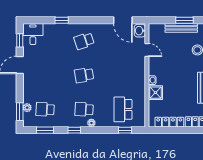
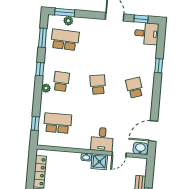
desk: (135, 67) -> (102, 139), added
shower: (155, 93) -> (99, 162), moved
school desk: (45, 109) -> (65, 40), width x1.85

